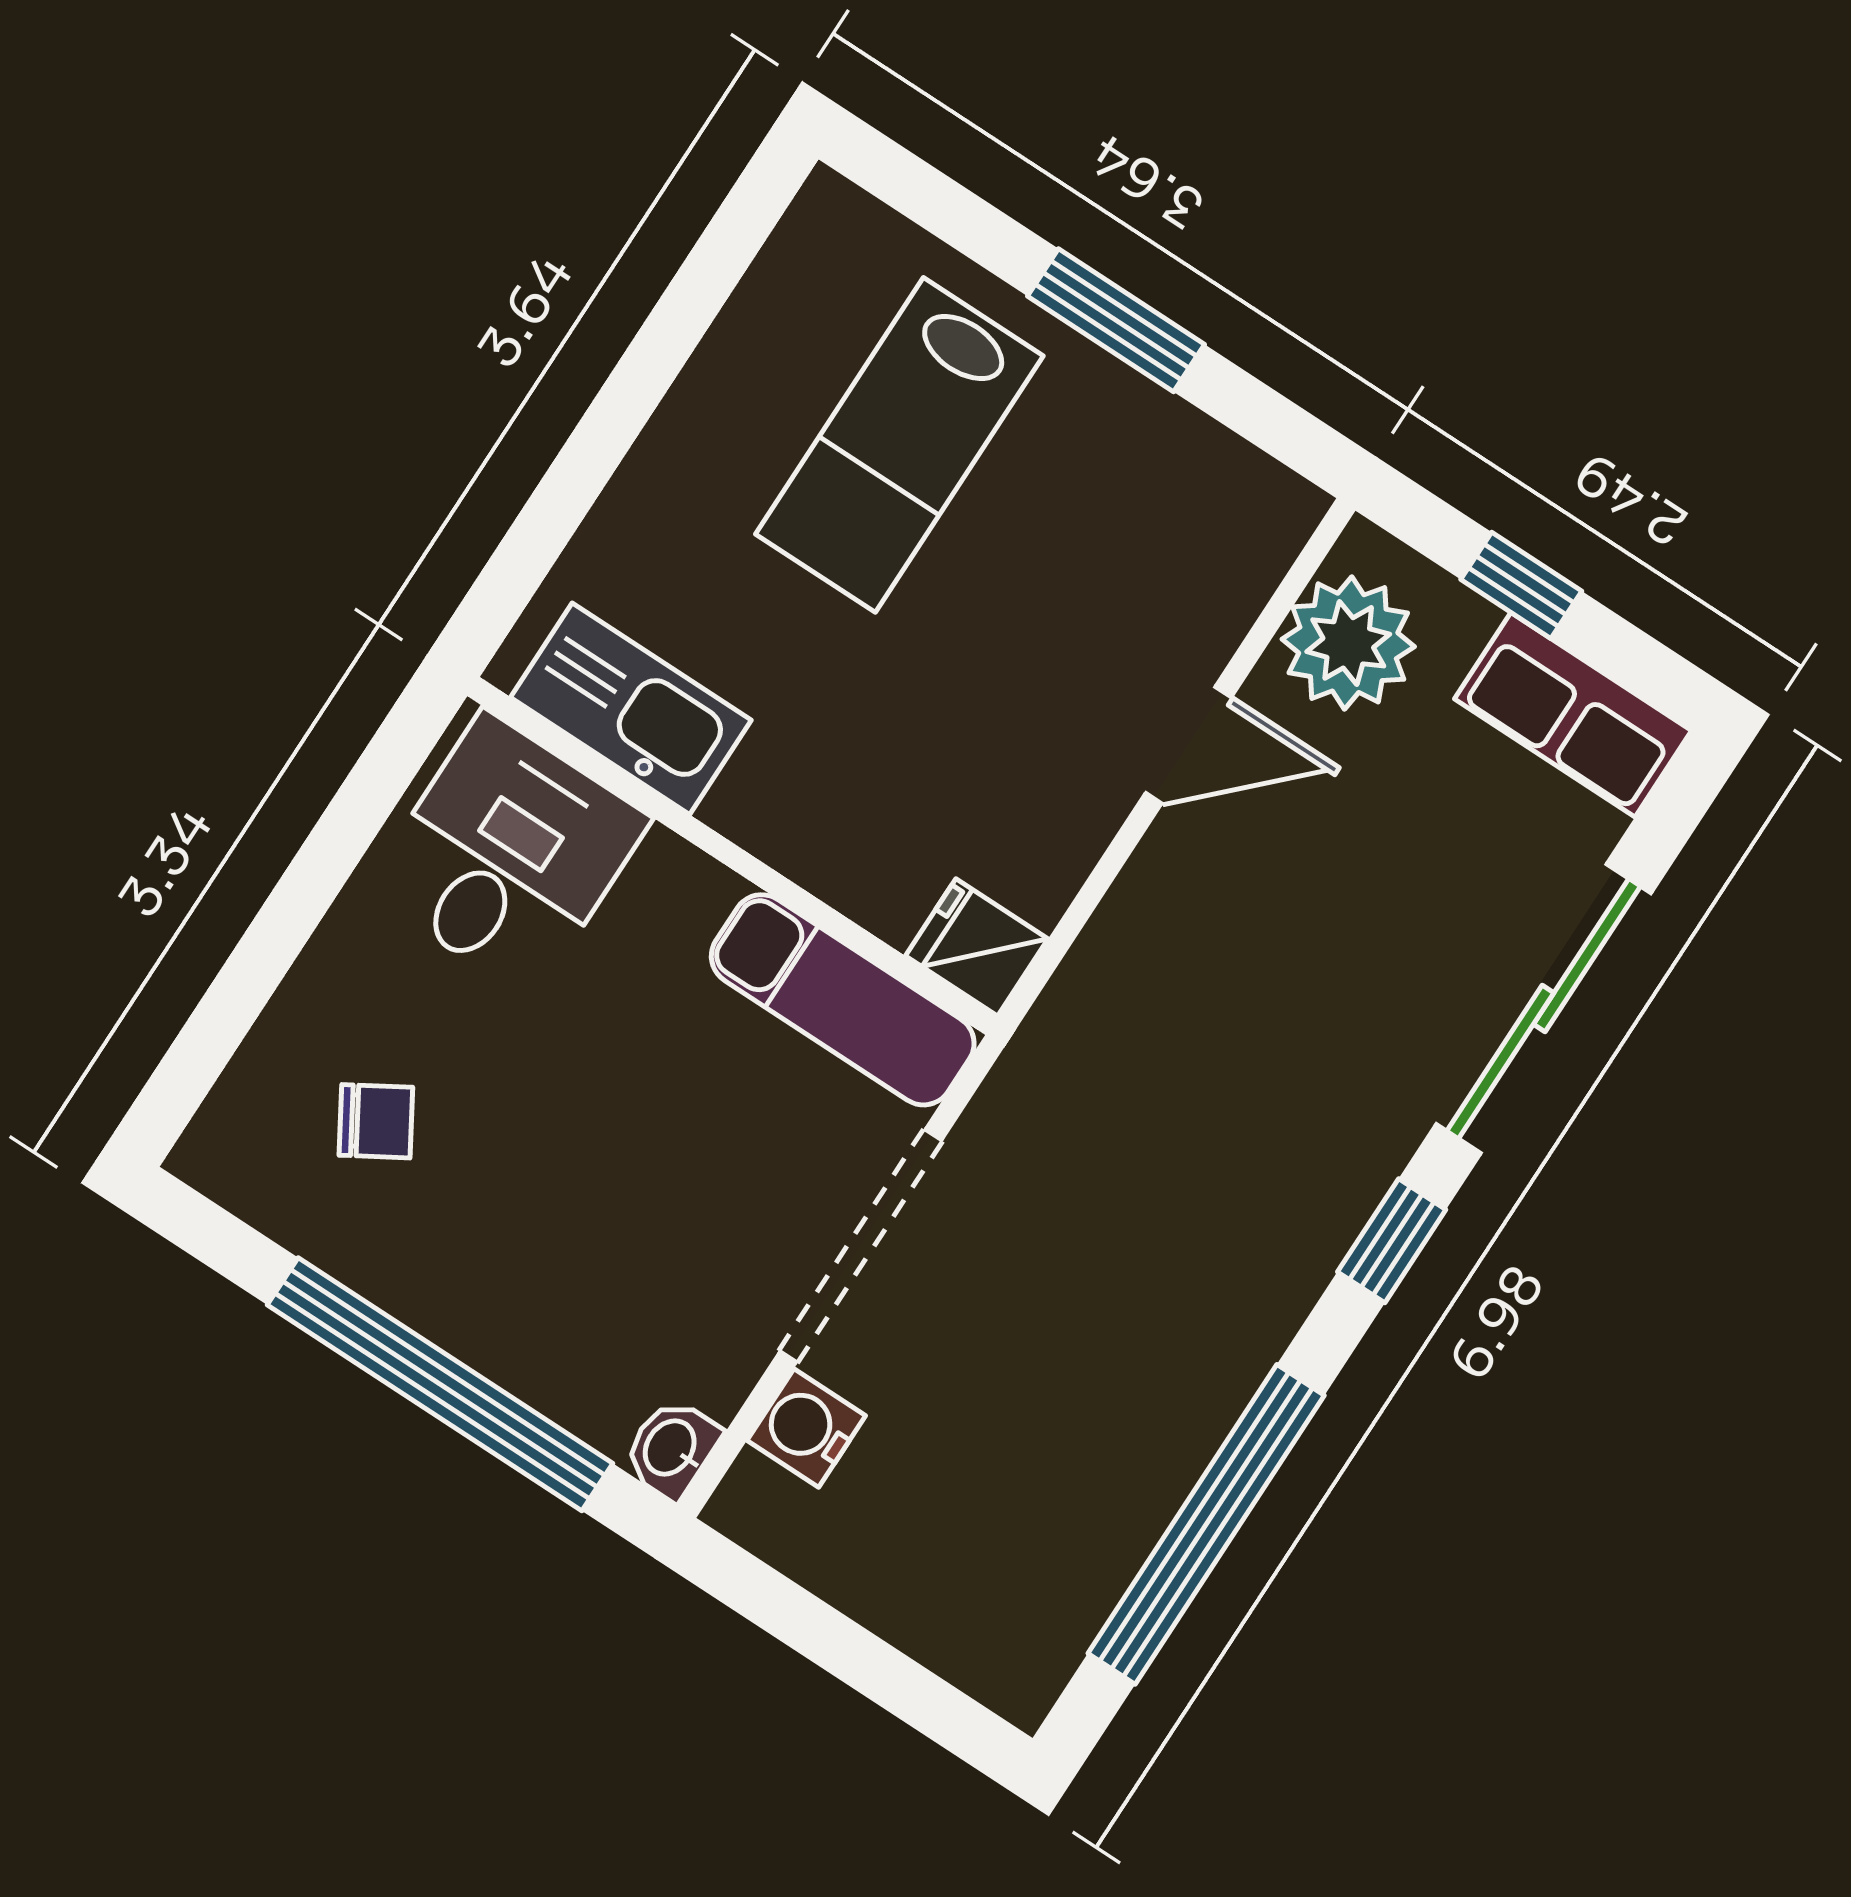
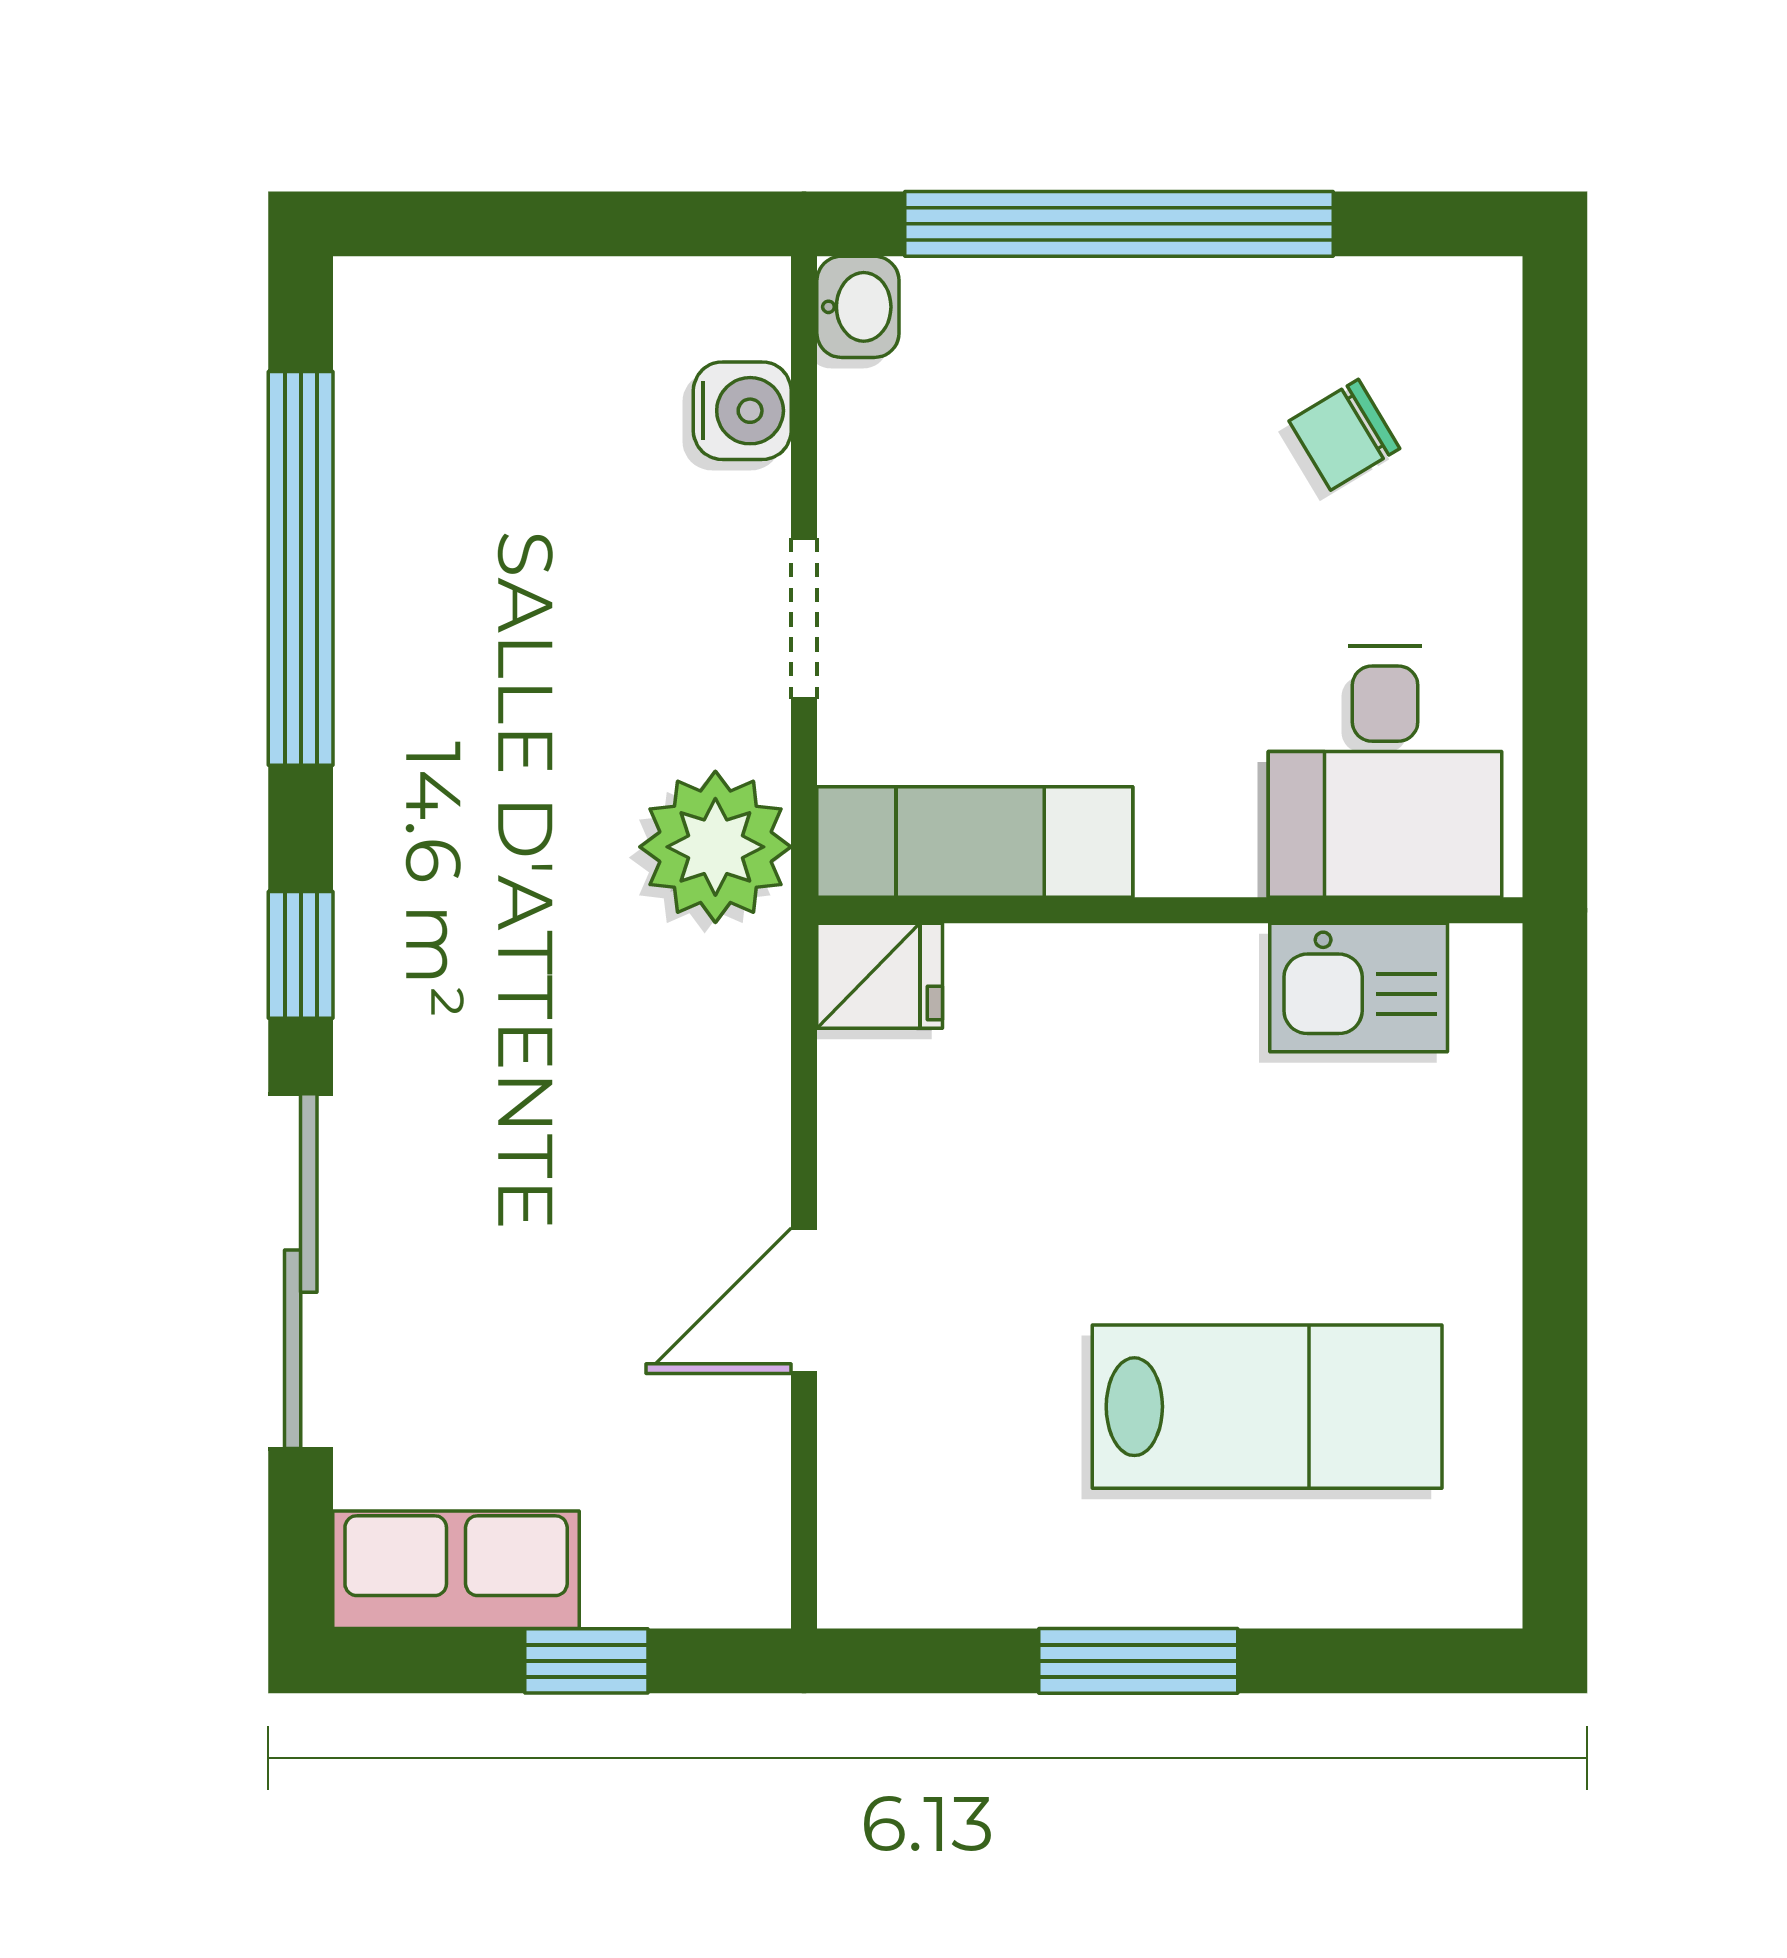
lab bench: (899, 445) -> (1267, 1407), turned 90
plant: (1348, 643) -> (715, 847), moved
kitchen sink: (631, 709) -> (1359, 987), width x0.73
doorway: (861, 1246) -> (804, 619), width x0.53

